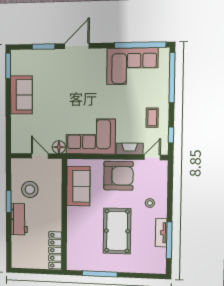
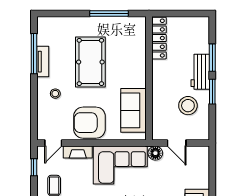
window: (9, 231) -> (212, 58), added

